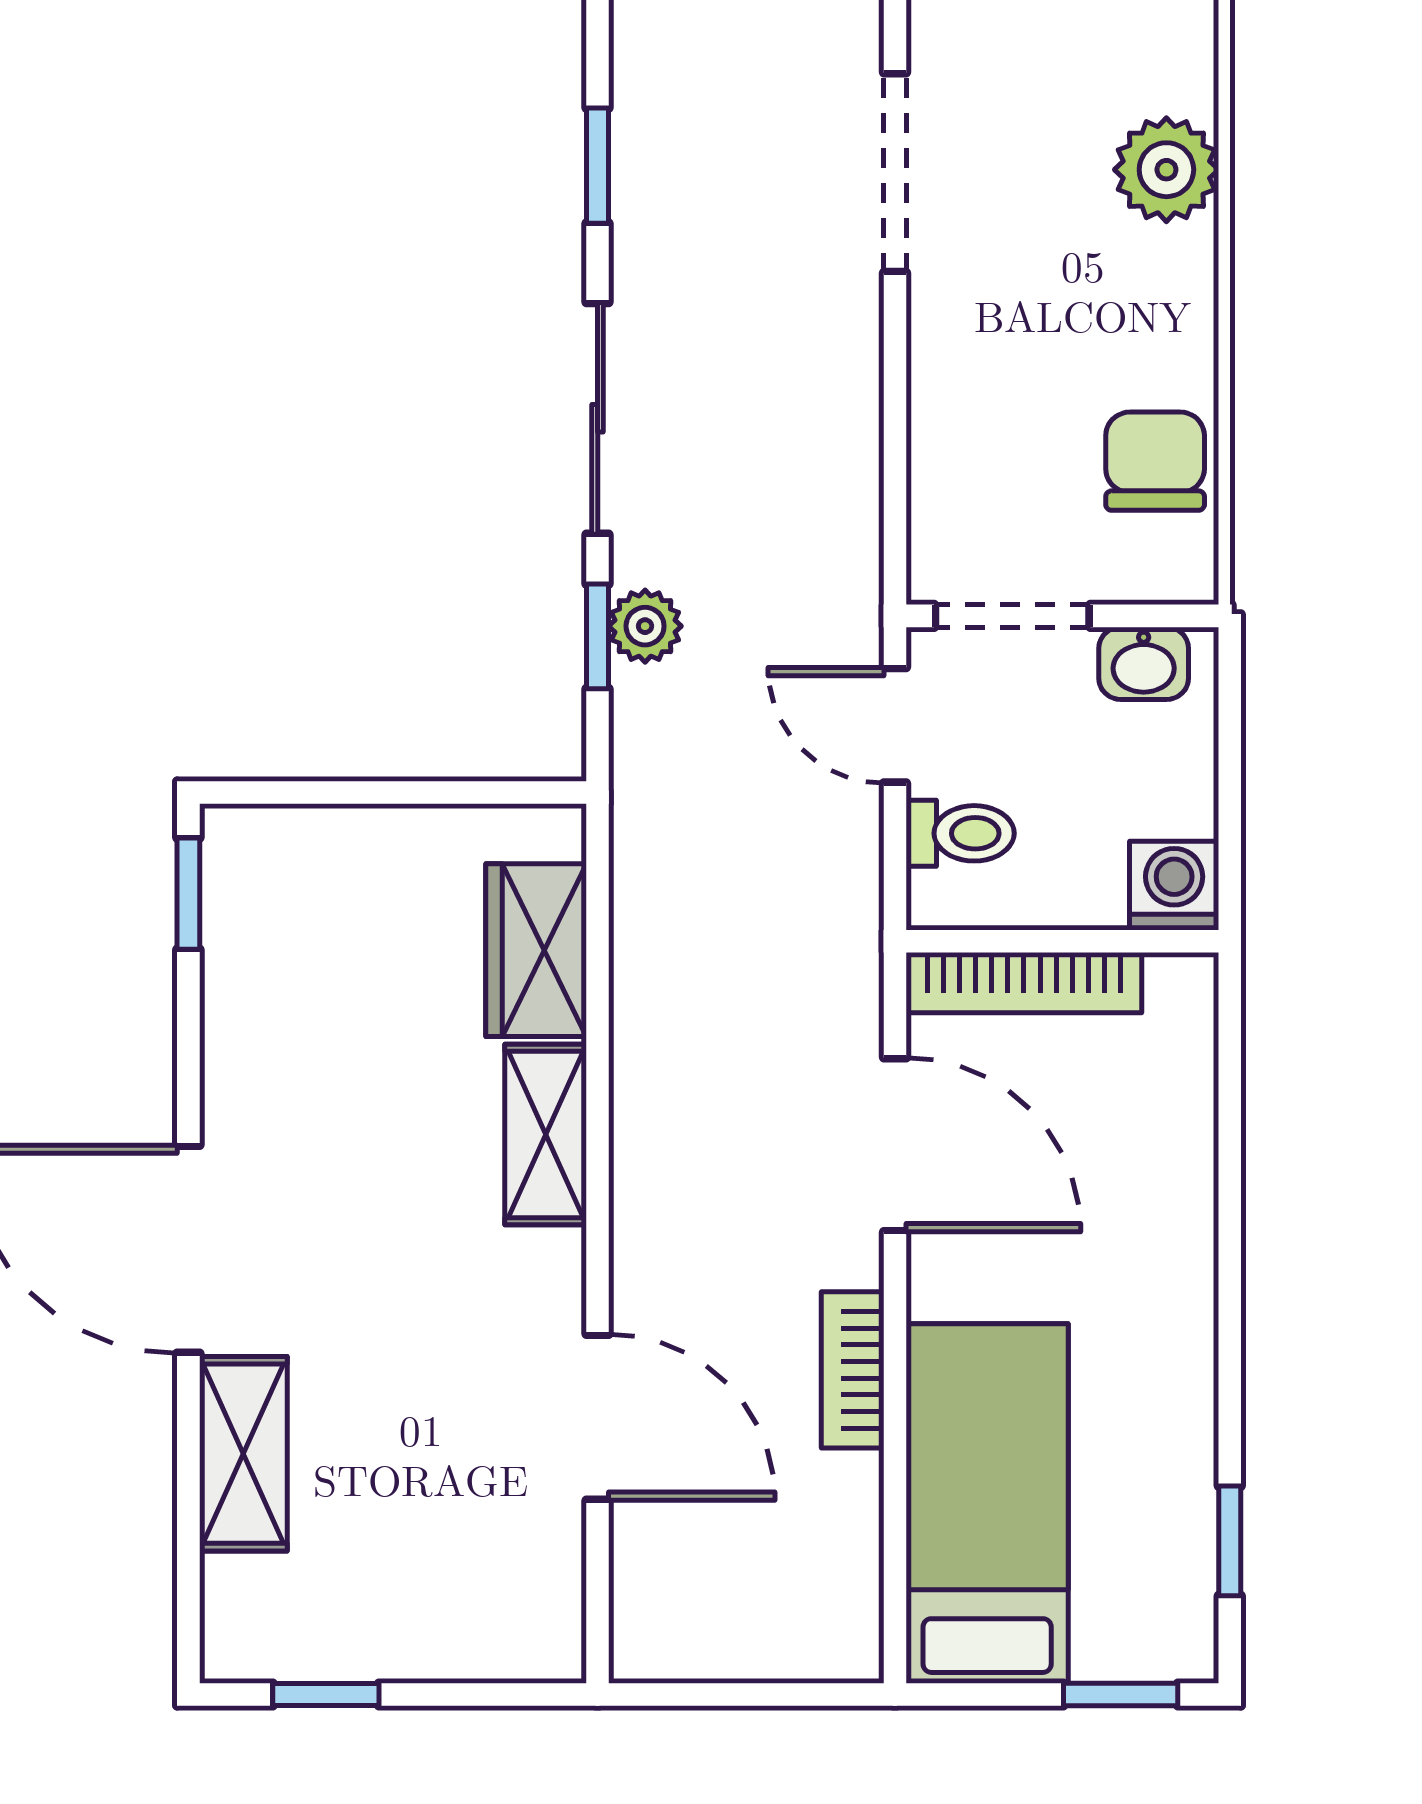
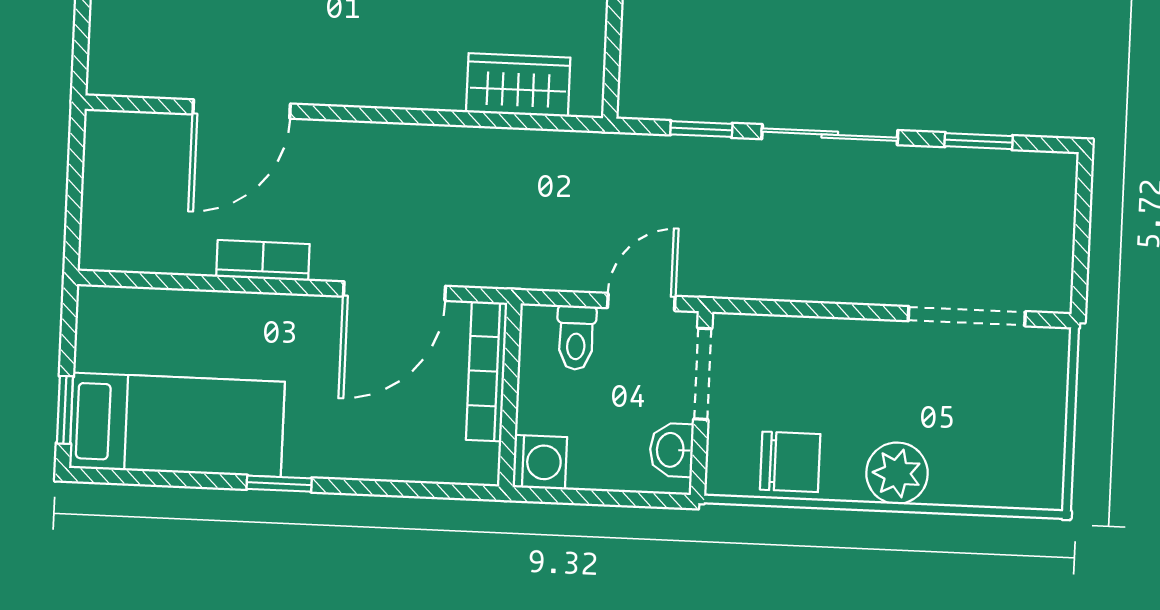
plant: (1166, 170) -> (897, 473), moved
plant: (645, 626) -> (706, 157), removed
shelving: (546, 1135) -> (409, 86), removed
bed: (987, 1503) -> (177, 425), moved
window: (1230, 1541) -> (279, 484), moved

